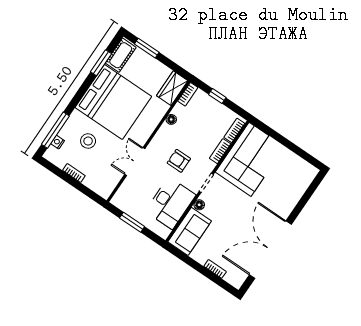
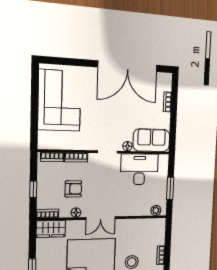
corner sofa: (250, 159) -> (59, 101), moved, turned 90
armchair: (179, 161) -> (73, 189), moved, turned -90
double door: (135, 162) -> (101, 218), moved
plant: (121, 195) -> (156, 210), added

